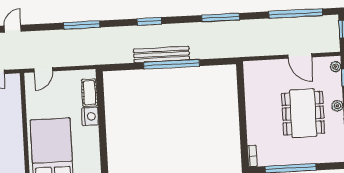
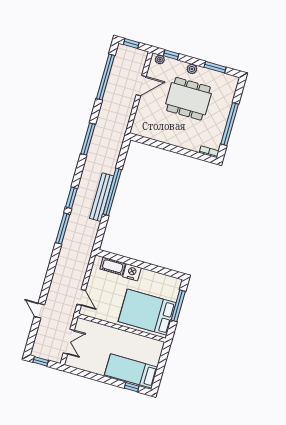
window: (82, 25) -> (63, 229), moved

